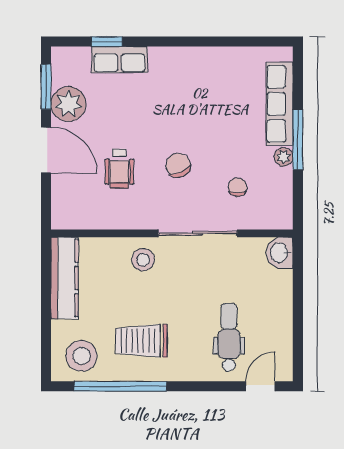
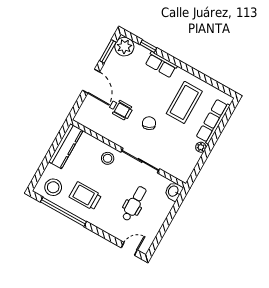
row of seats: (119, 60) -> (161, 65), moved
coffee table: (216, 100) -> (184, 102), added
plant: (68, 104) -> (124, 47), moved
window: (298, 140) -> (212, 143), removed
wheelchair: (119, 169) -> (121, 109), turned -90
chair: (238, 187) -> (171, 149), removed
dental chair: (229, 337) -> (134, 204), moved

